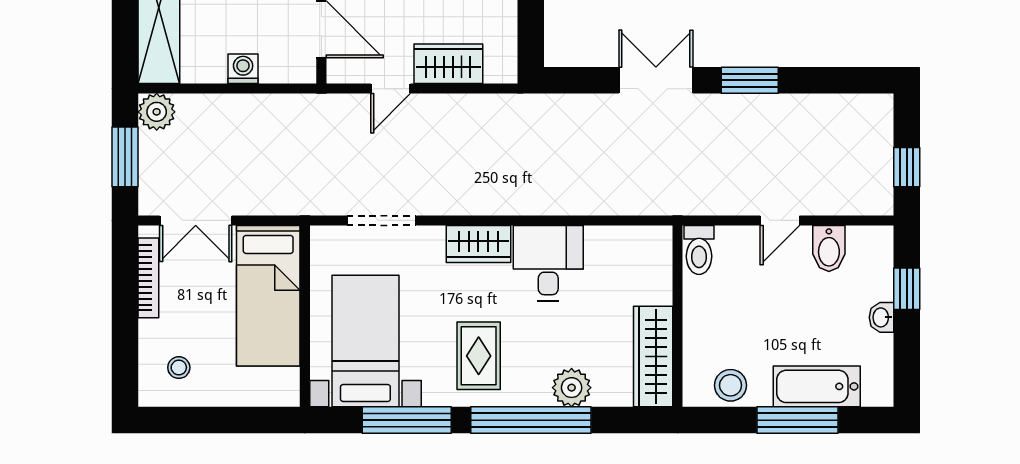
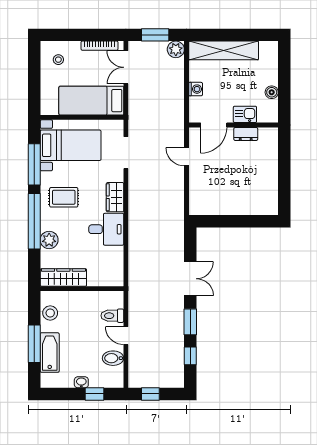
wardrobe: (448, 64) -> (198, 183), removed
window: (824, 80) -> (190, 356), added
toilet: (699, 250) -> (112, 316), moved

